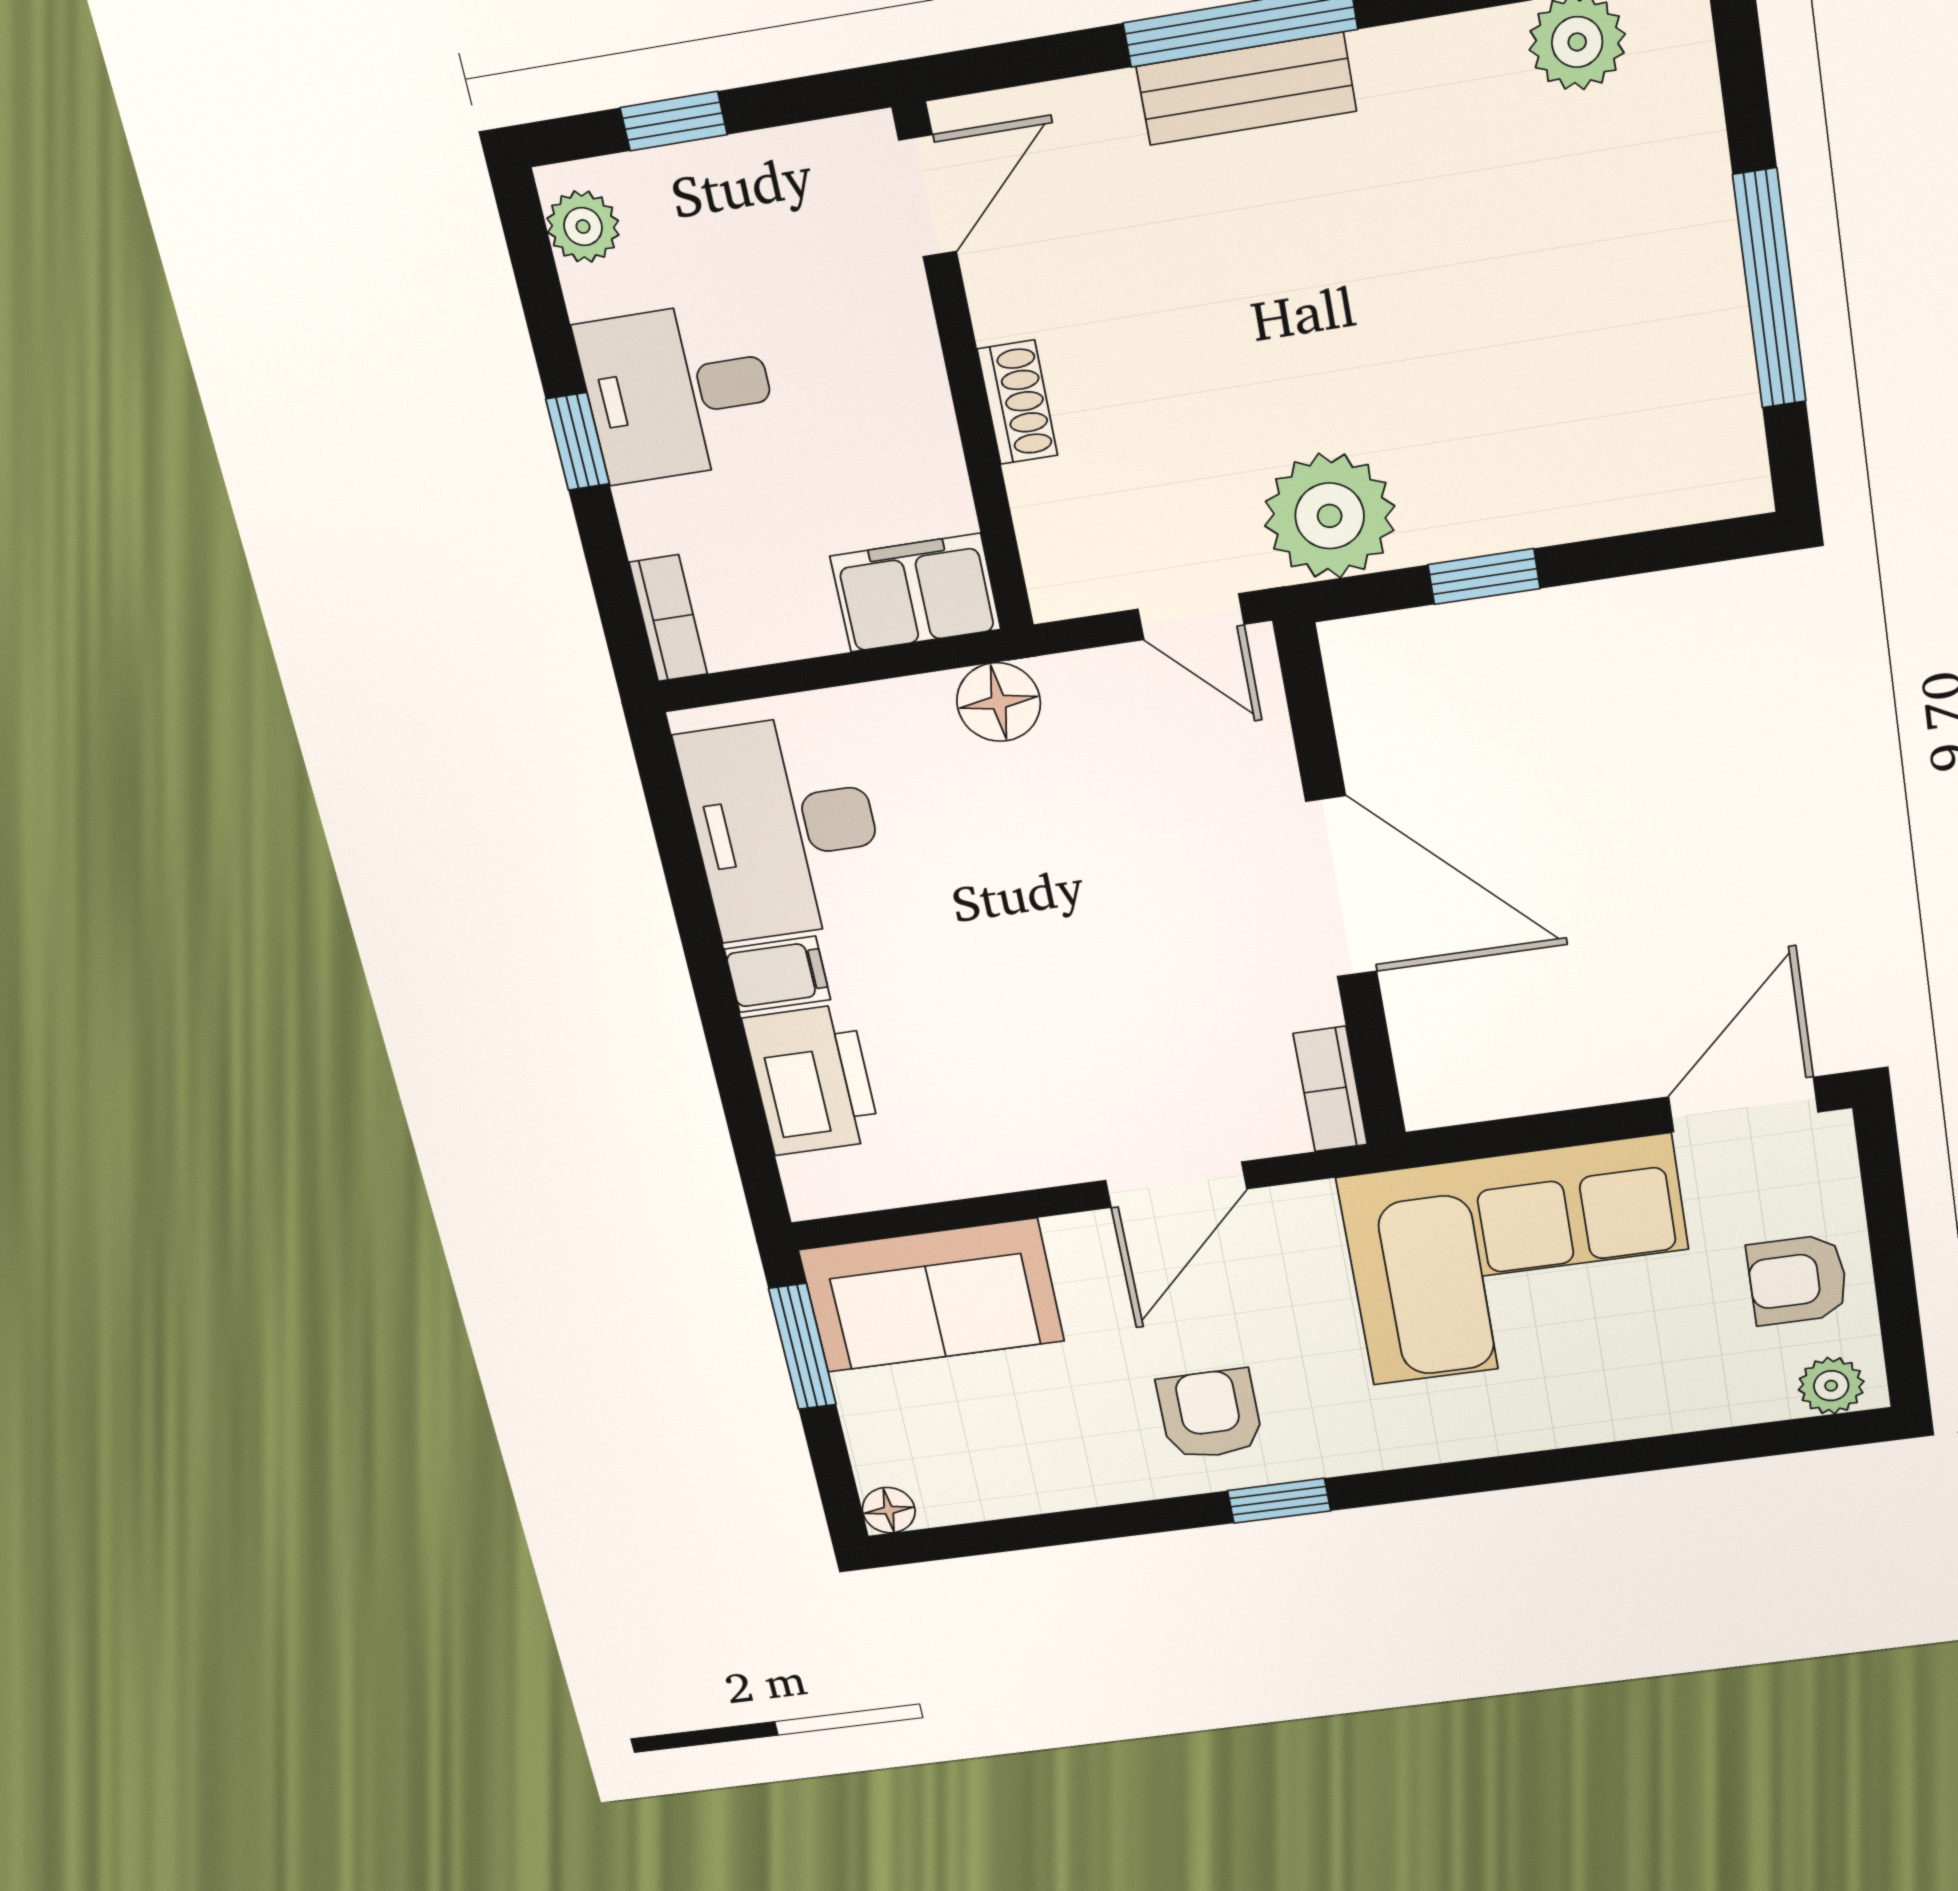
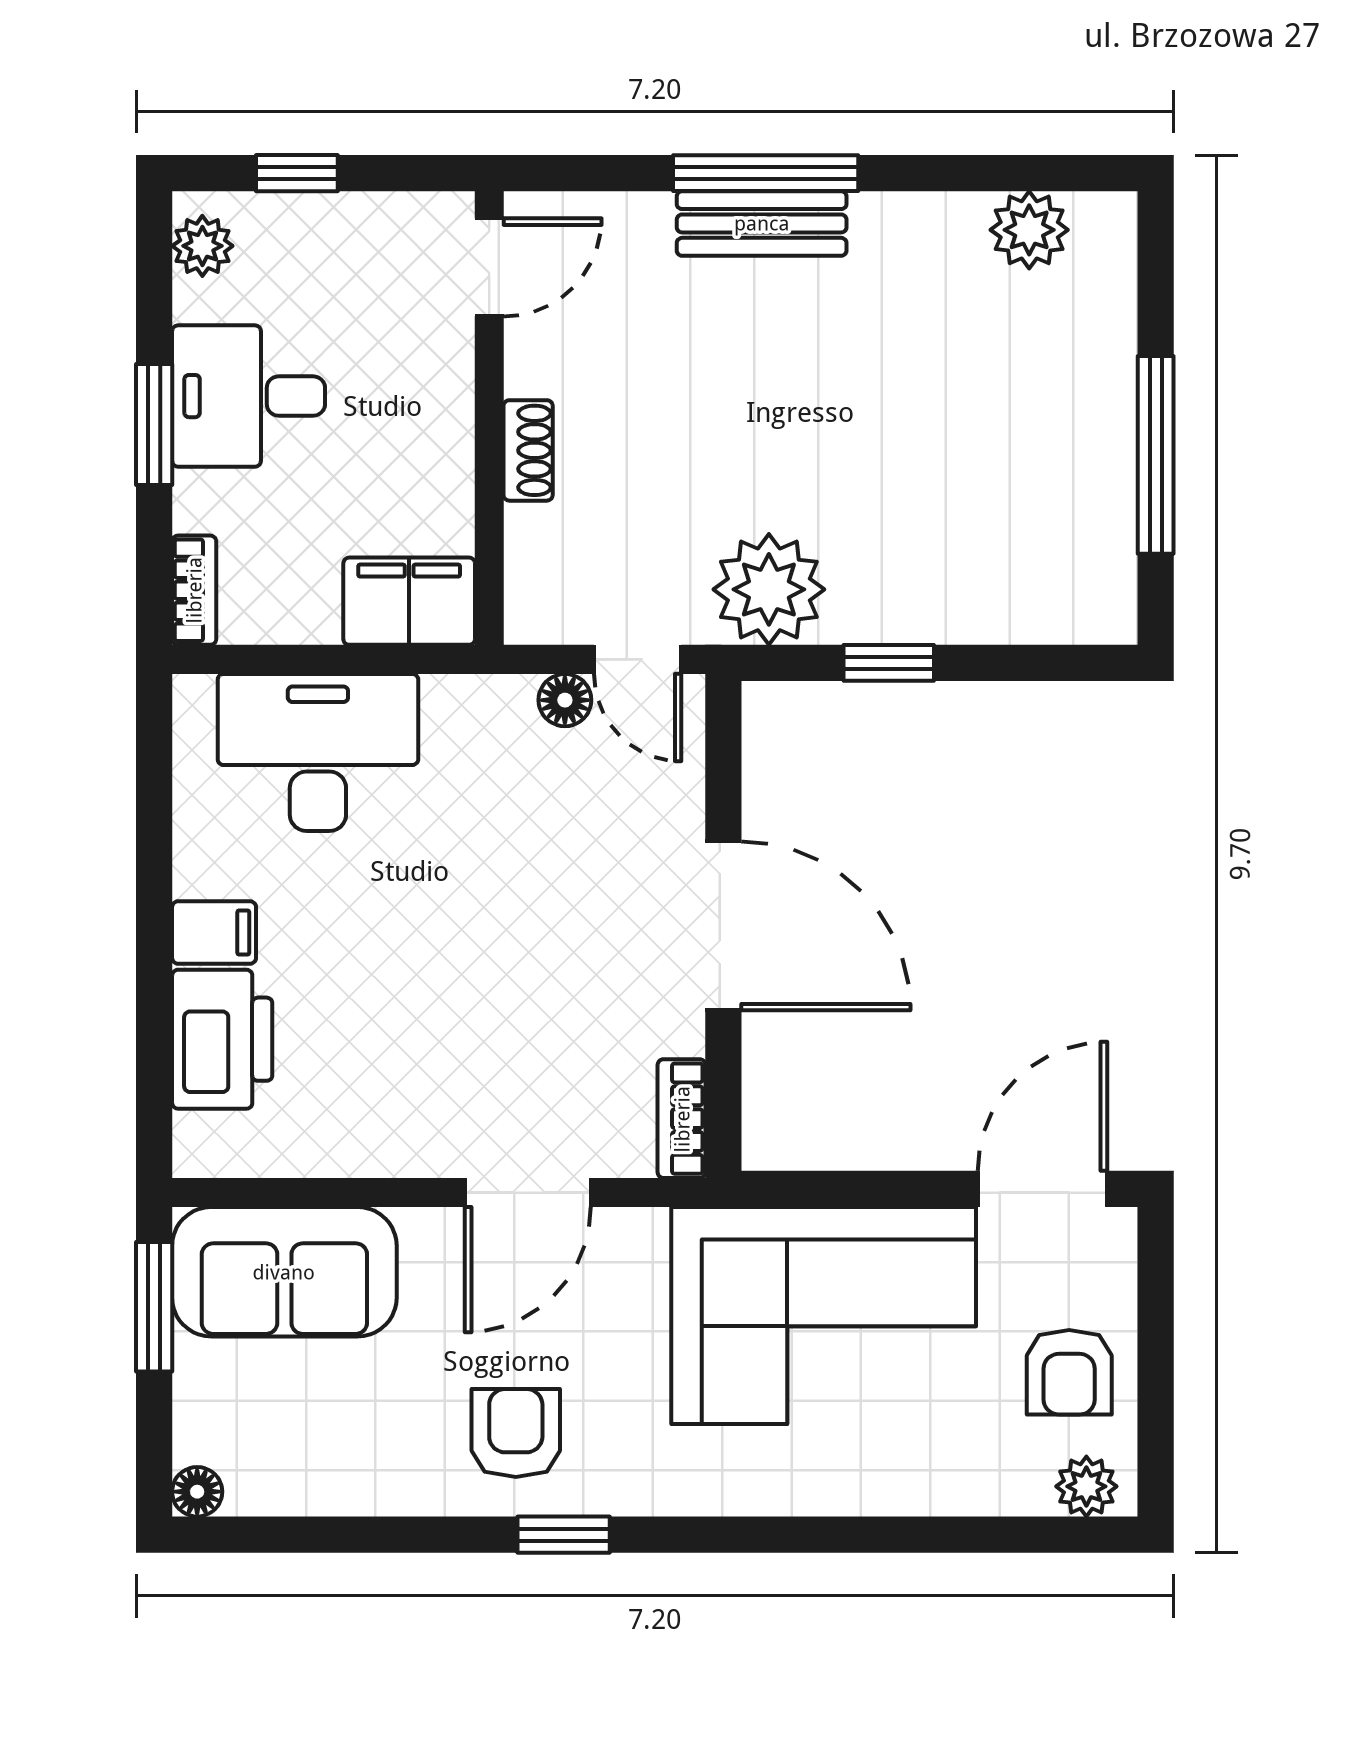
window: (578, 441) -> (154, 424), width x1.50
floor lamp: (999, 702) -> (565, 700), moved, width x0.73, depth x0.73
desk: (784, 827) -> (318, 752), moved, turned 90
armchair: (1798, 1280) -> (1069, 1372), turned -90

